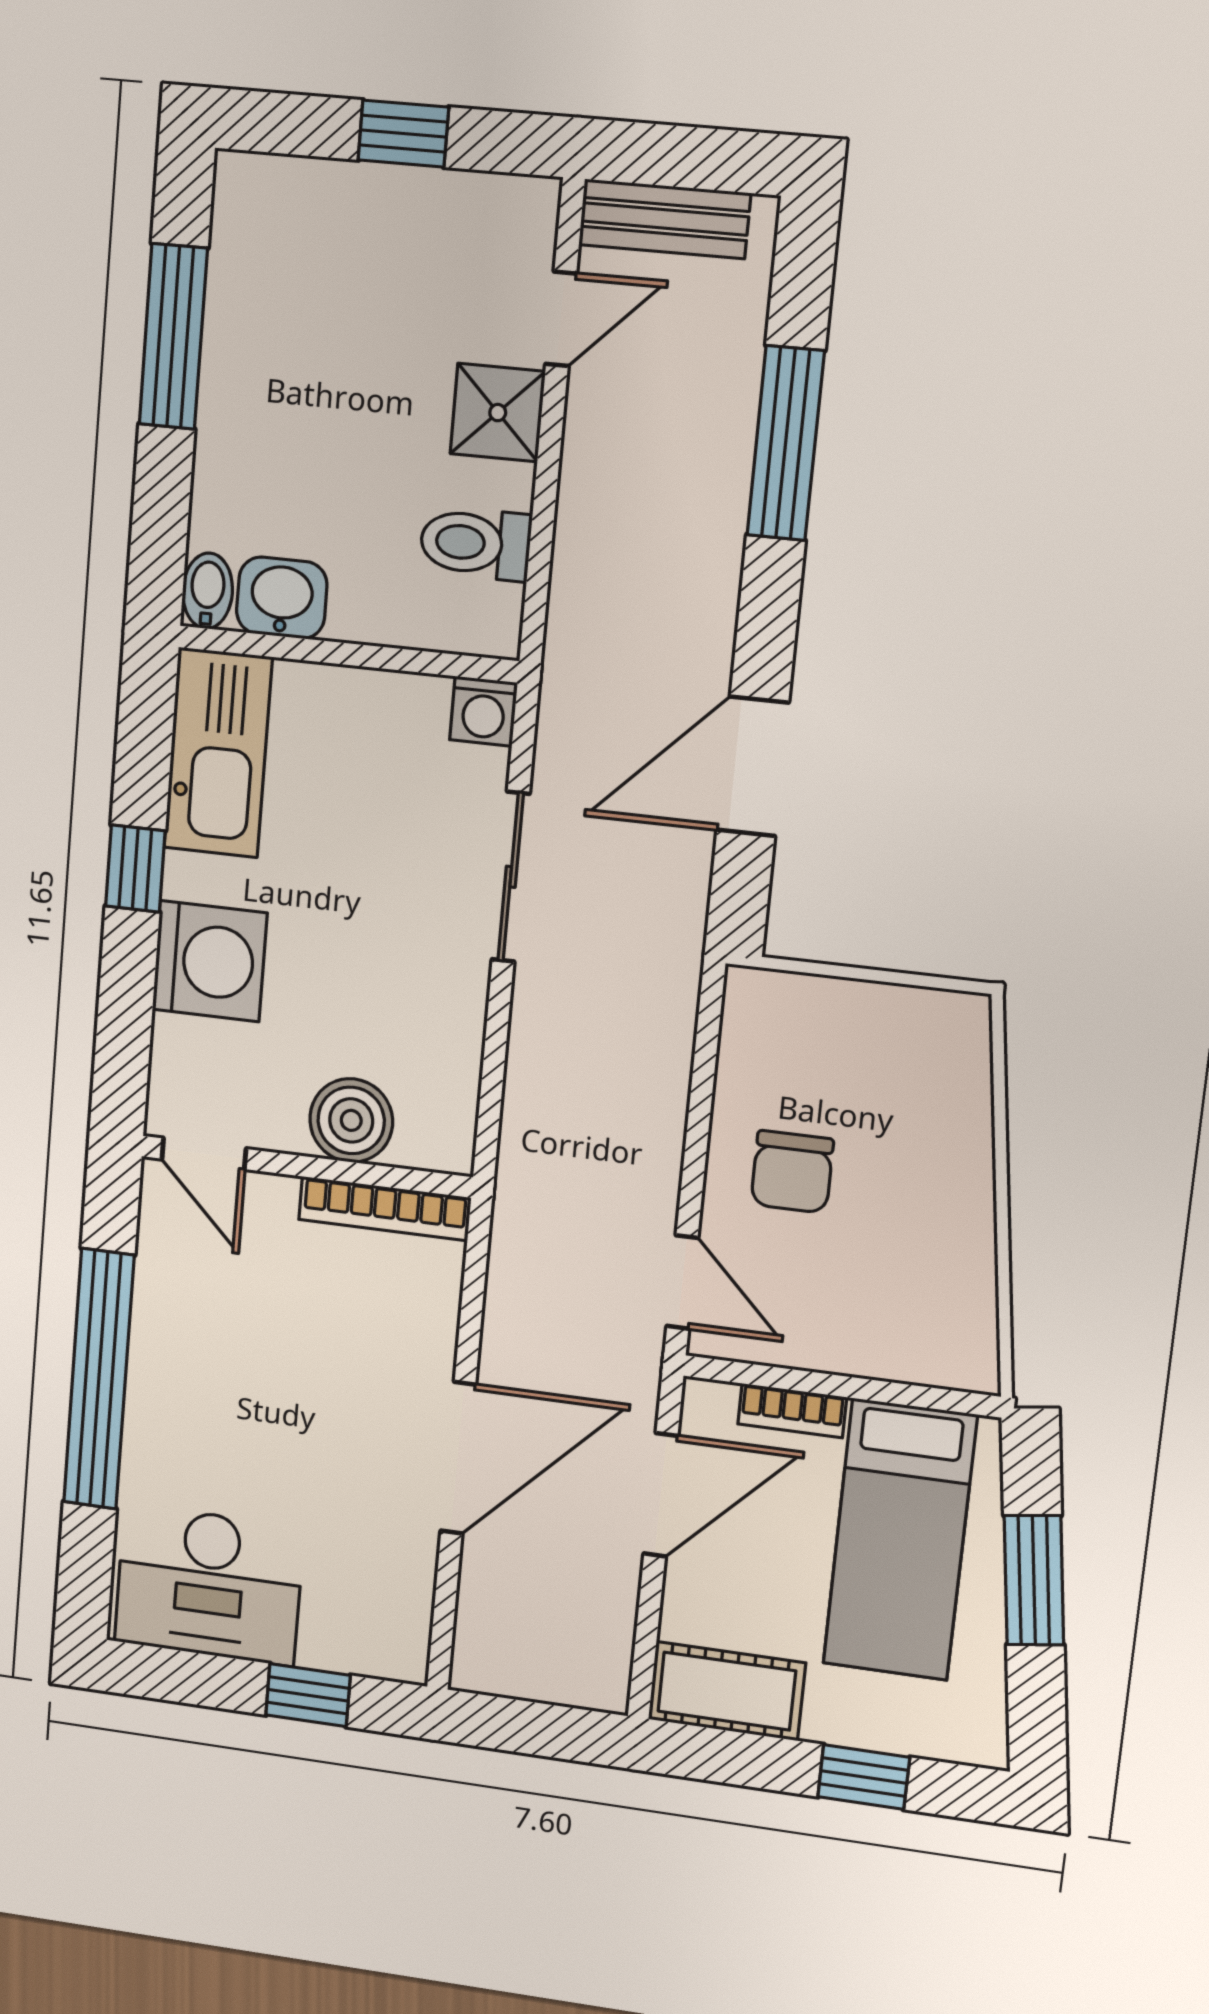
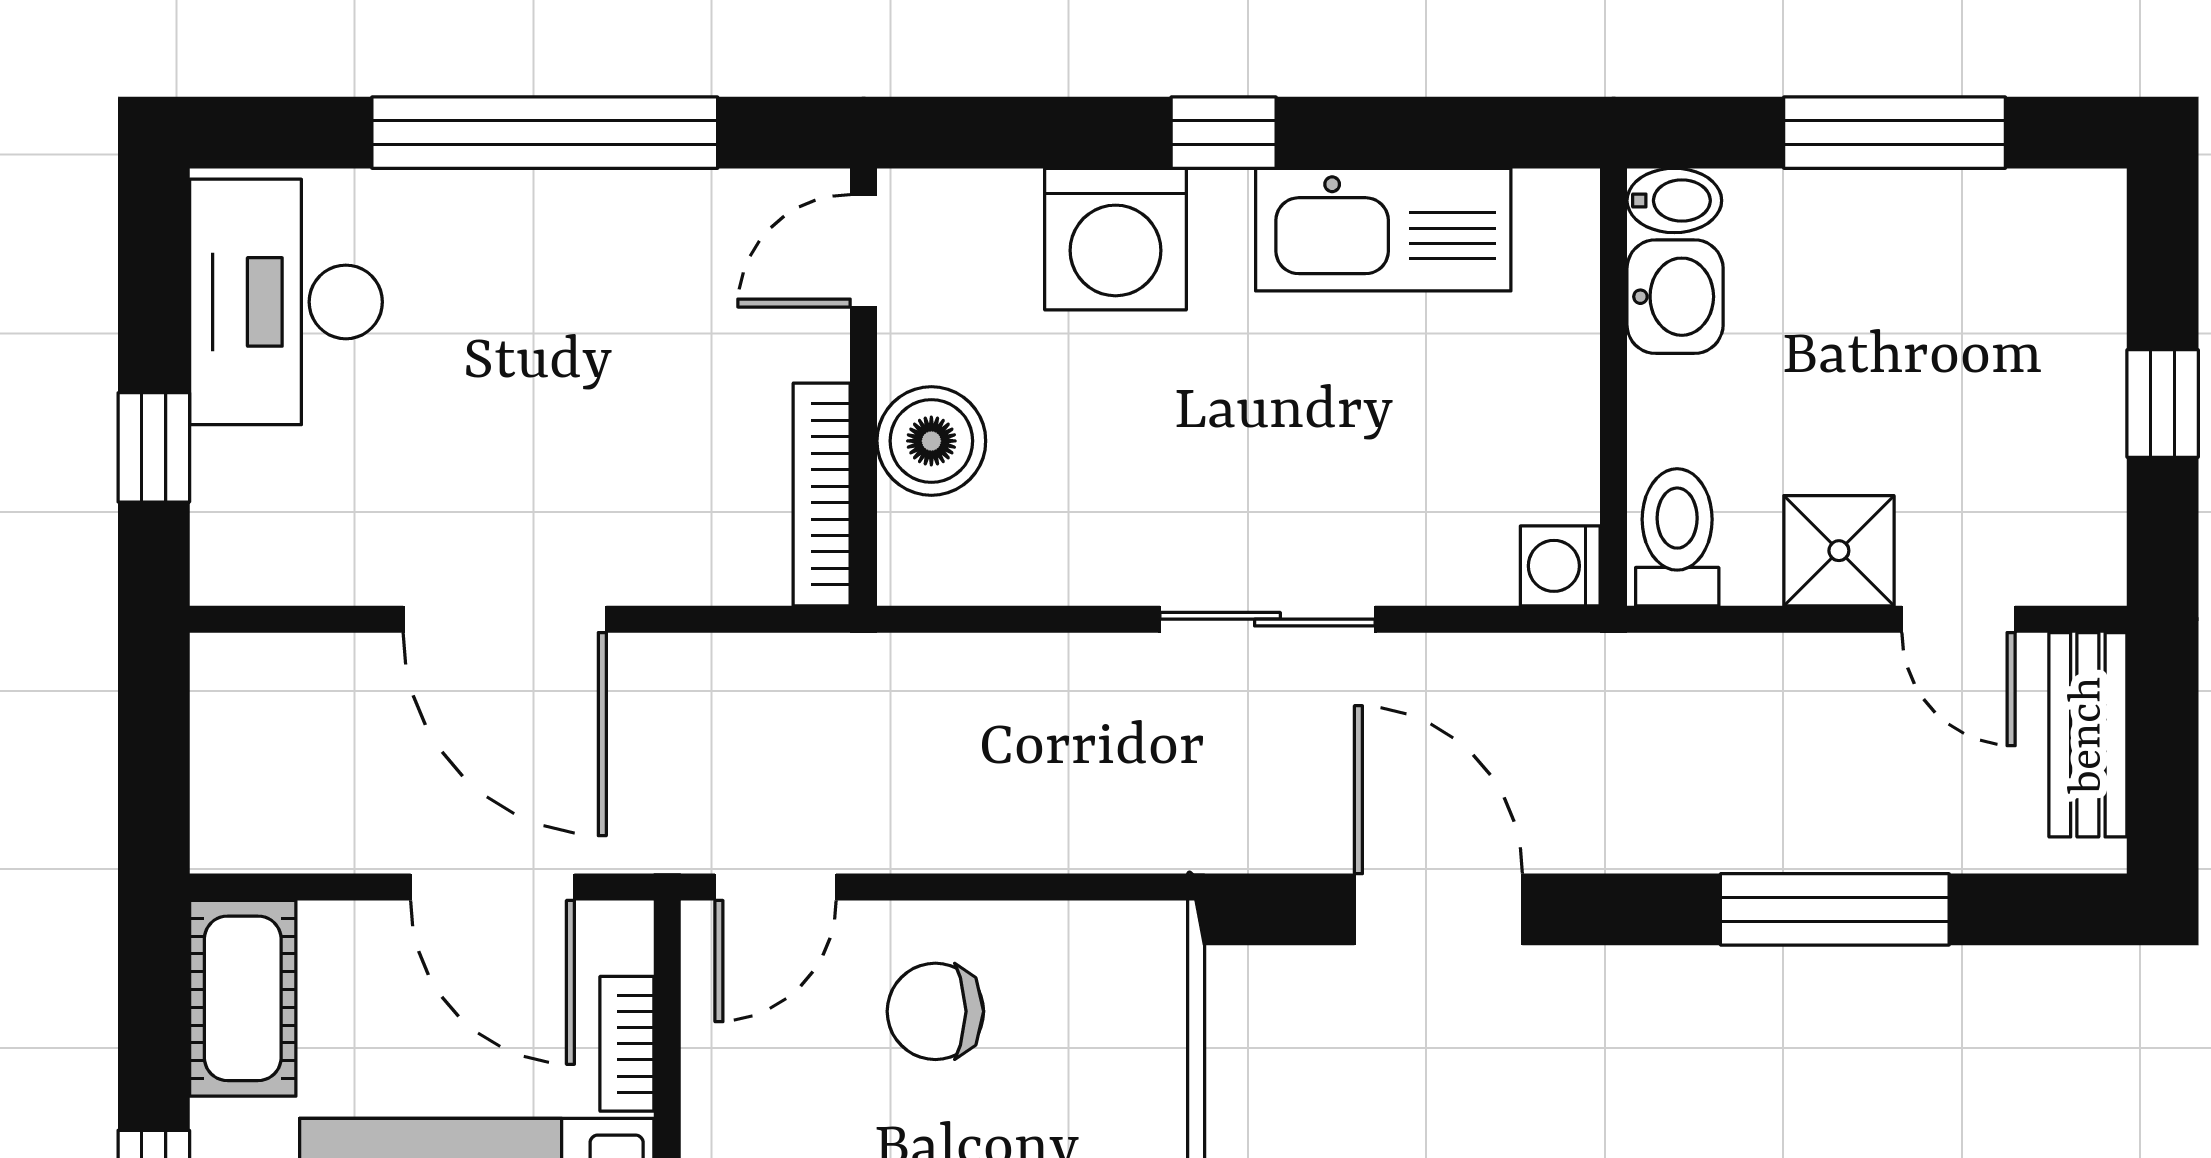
bidet: (208, 591) -> (1674, 201), moved
washbasin: (282, 598) -> (1675, 297), moved
wall: (348, 654) -> (1614, 387), moved
washing machine: (484, 711) -> (1560, 566), moved

